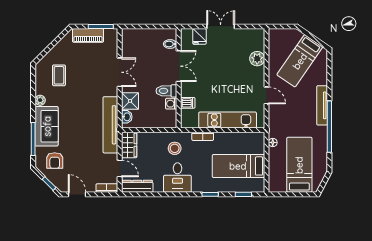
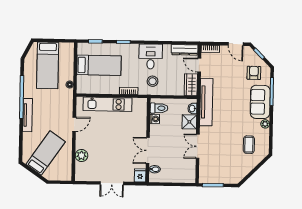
piano: (88, 35) -> (224, 178), removed
fridge: (199, 36) -> (140, 175), moved
toilet: (166, 91) -> (159, 108), moved
door: (266, 95) -> (74, 124), swing flipped
dishwasher: (188, 103) -> (141, 119), removed

